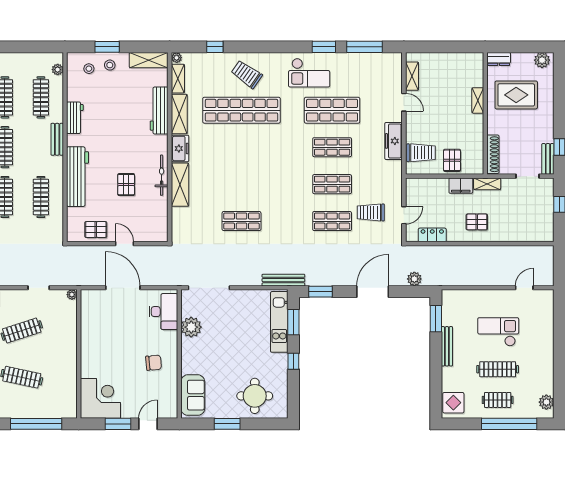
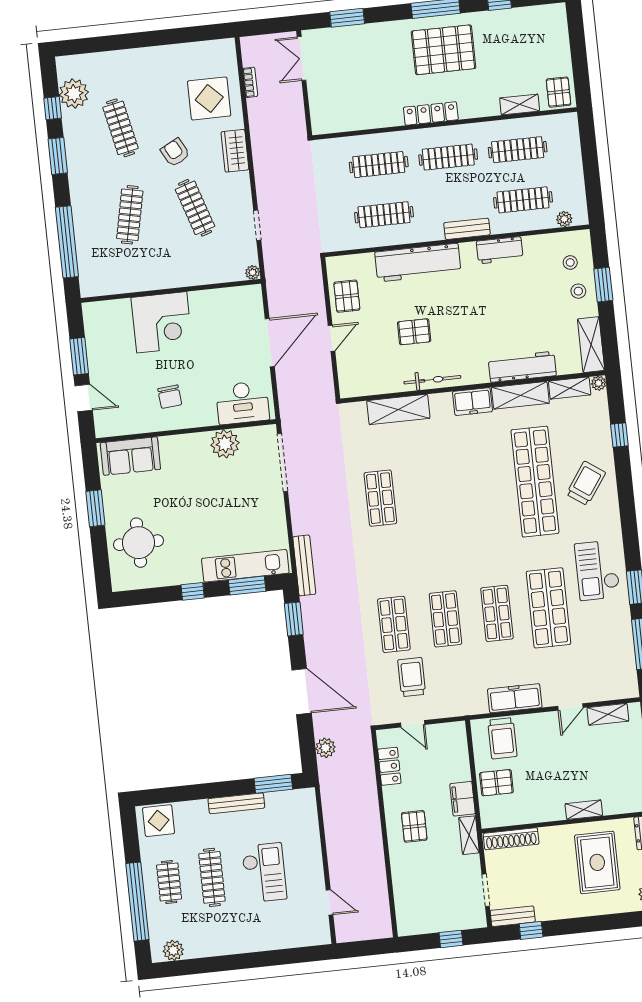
shelving: (180, 185) -> (398, 409), moved
corner desk: (100, 398) -> (162, 322), moved

